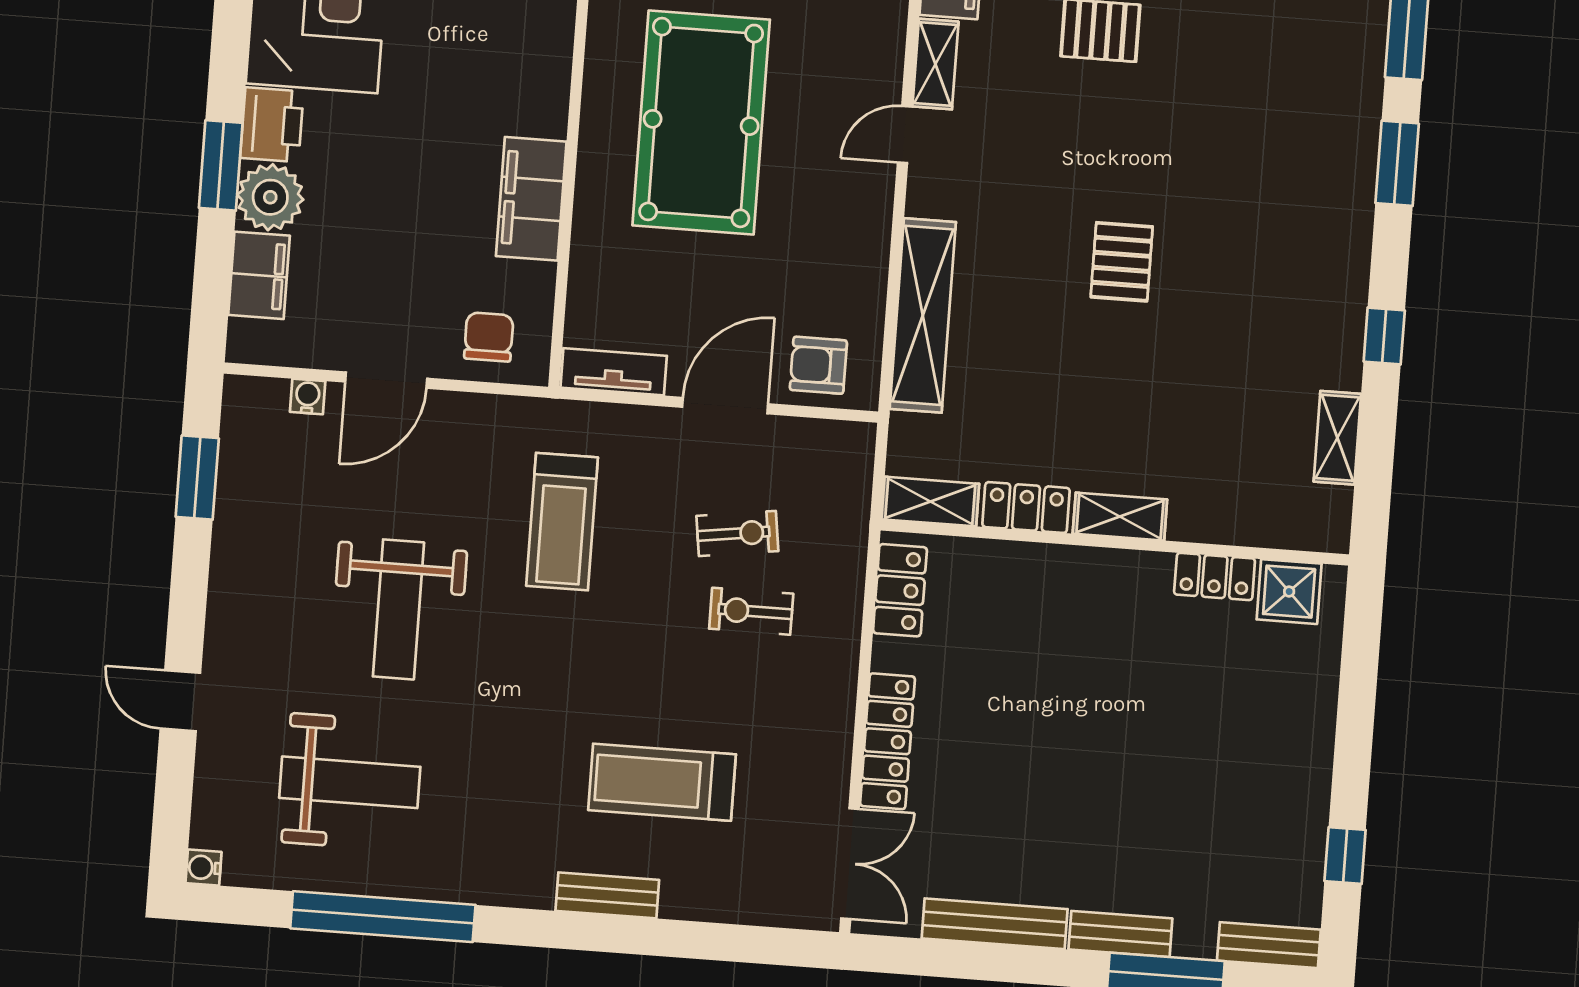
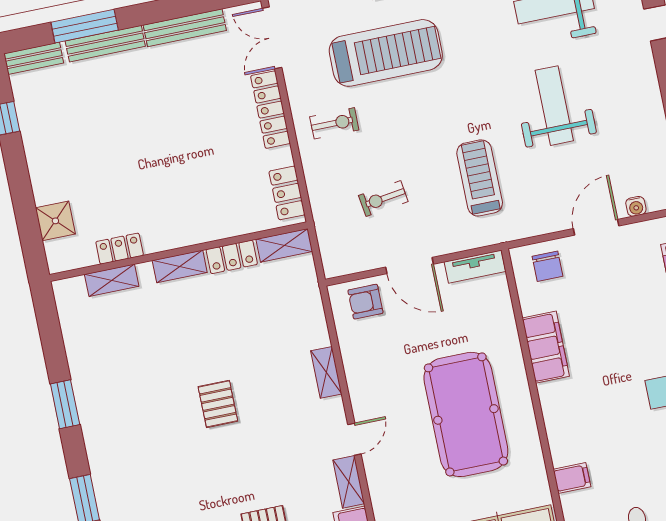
shelving: (923, 315) -> (326, 372), width x0.45, depth x0.75
window: (1384, 336) -> (65, 404), width x1.50
armchair: (818, 365) -> (365, 302), turned 180
door: (725, 406) -> (410, 266), hinge flipped
shelving: (1337, 438) -> (112, 280), moved, turned 90
shower: (1289, 592) -> (55, 221), moved
exercise bike: (751, 611) -> (334, 123), moved
treadmill: (662, 782) -> (386, 53), width x1.37, depth x1.38
bench: (1120, 934) -> (105, 44), width x1.36

